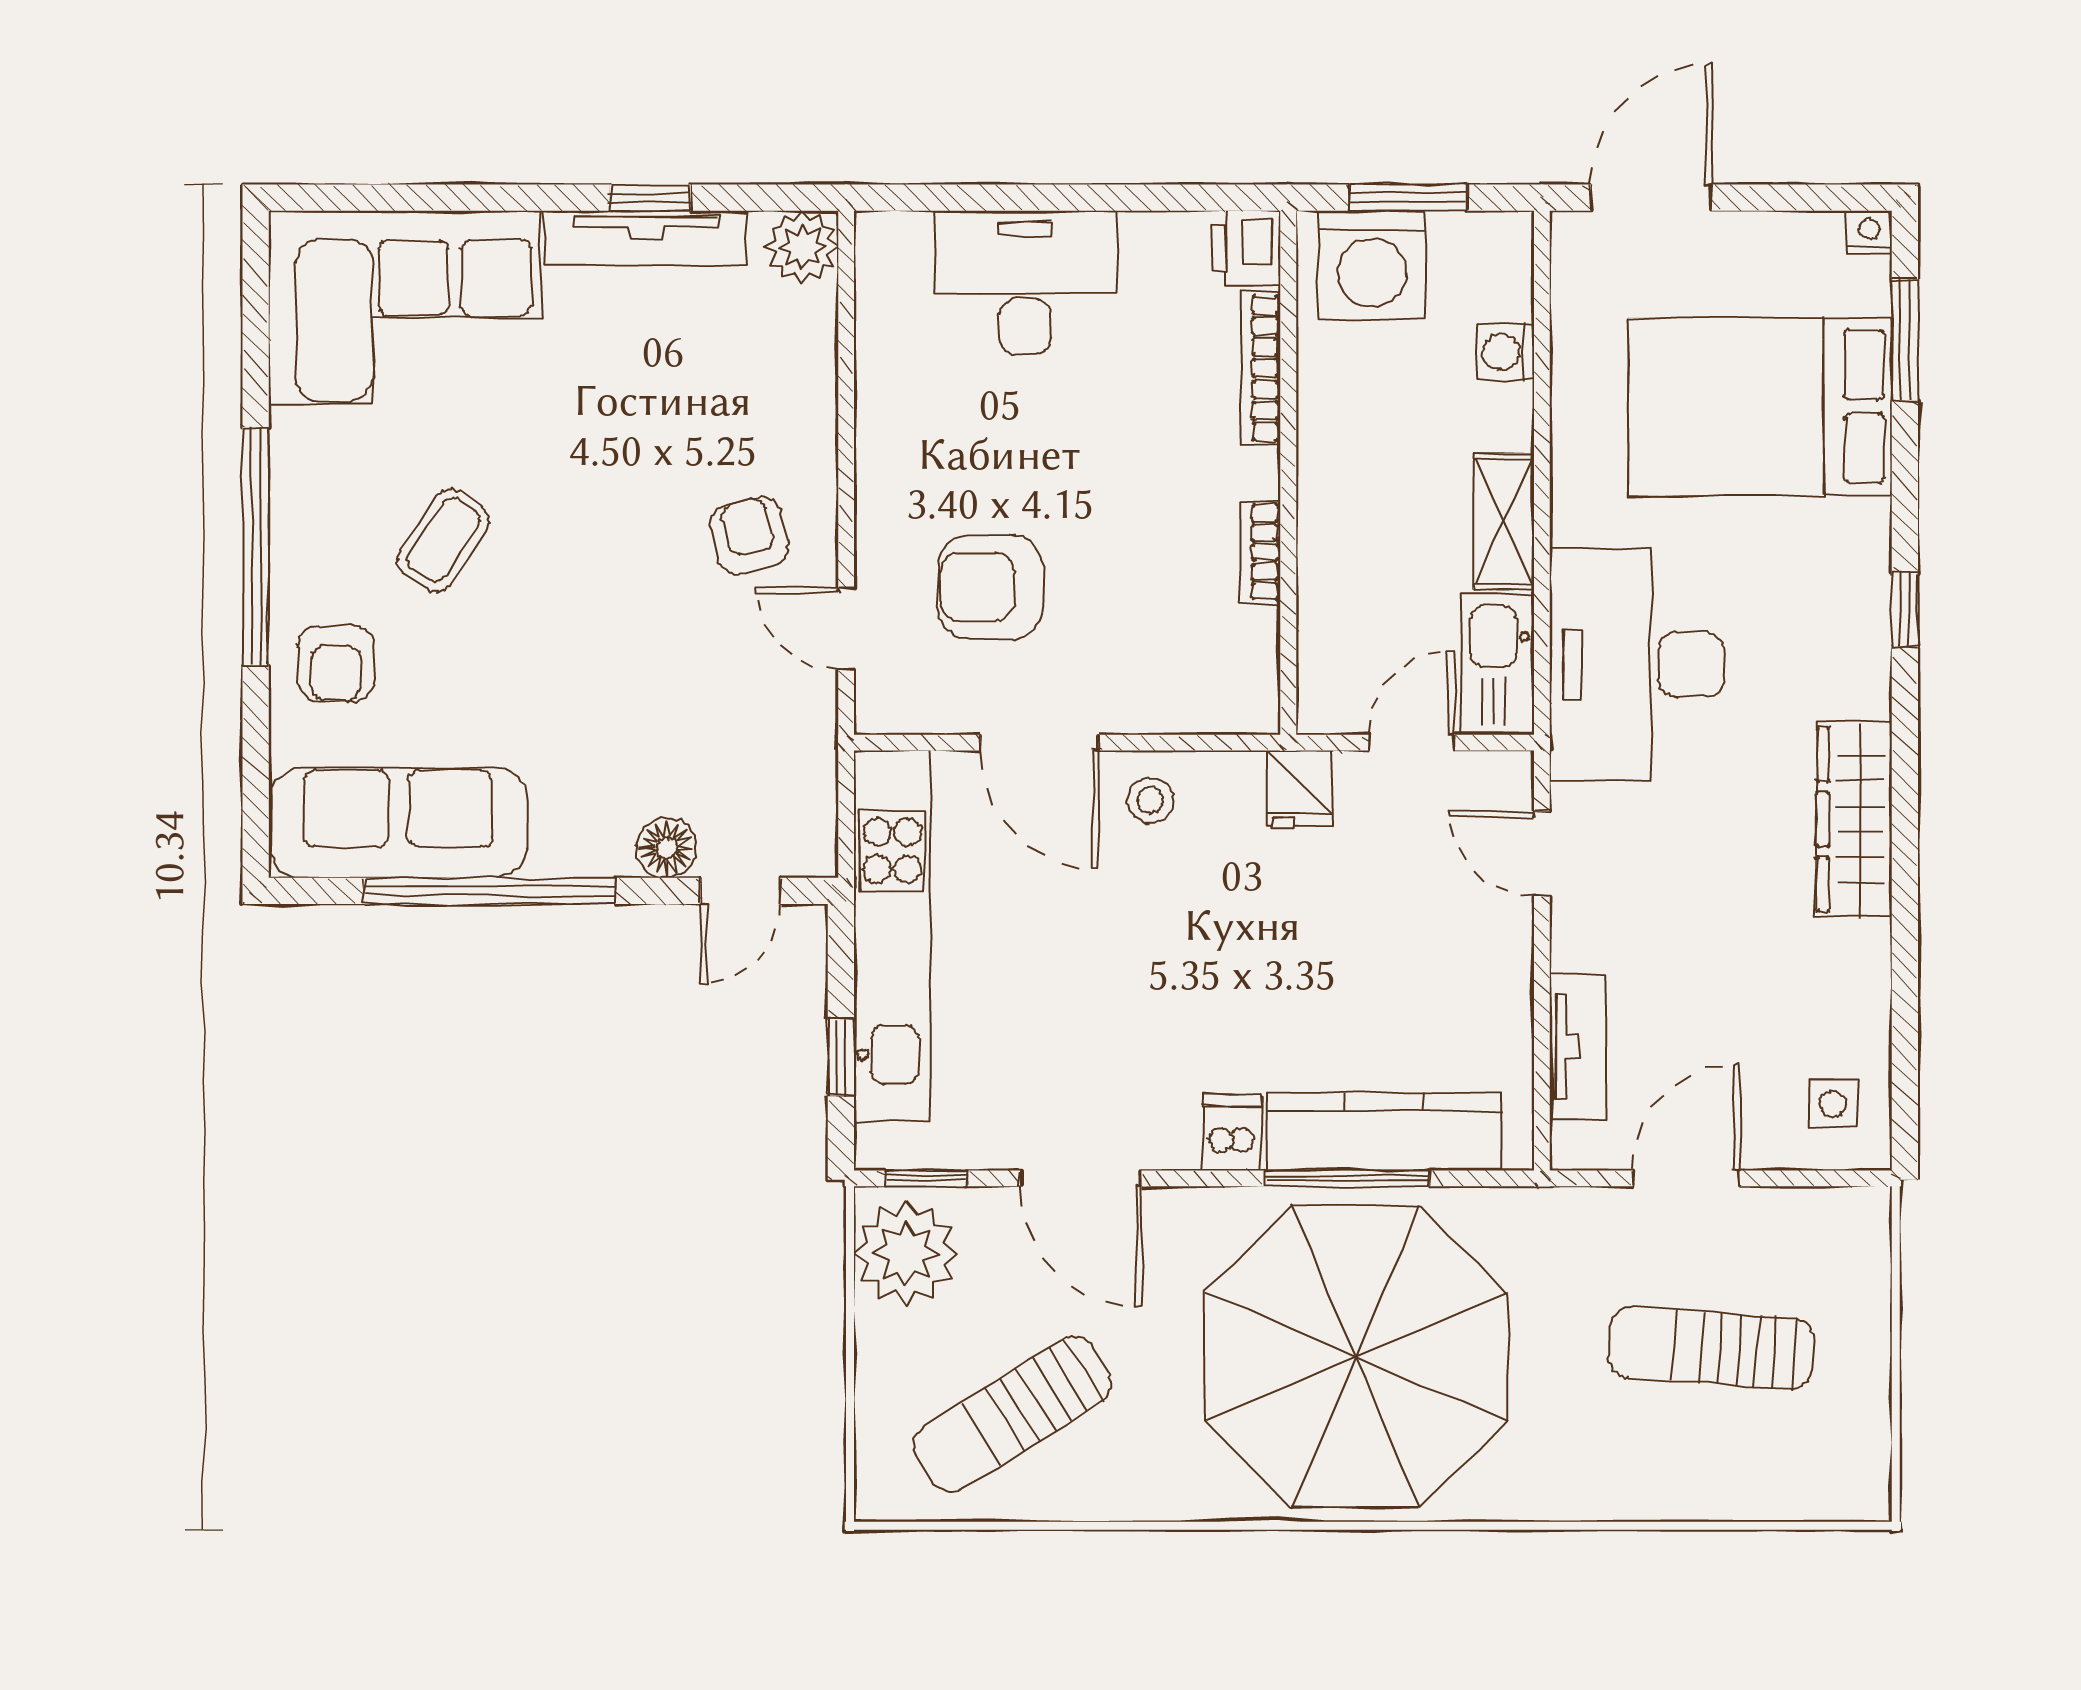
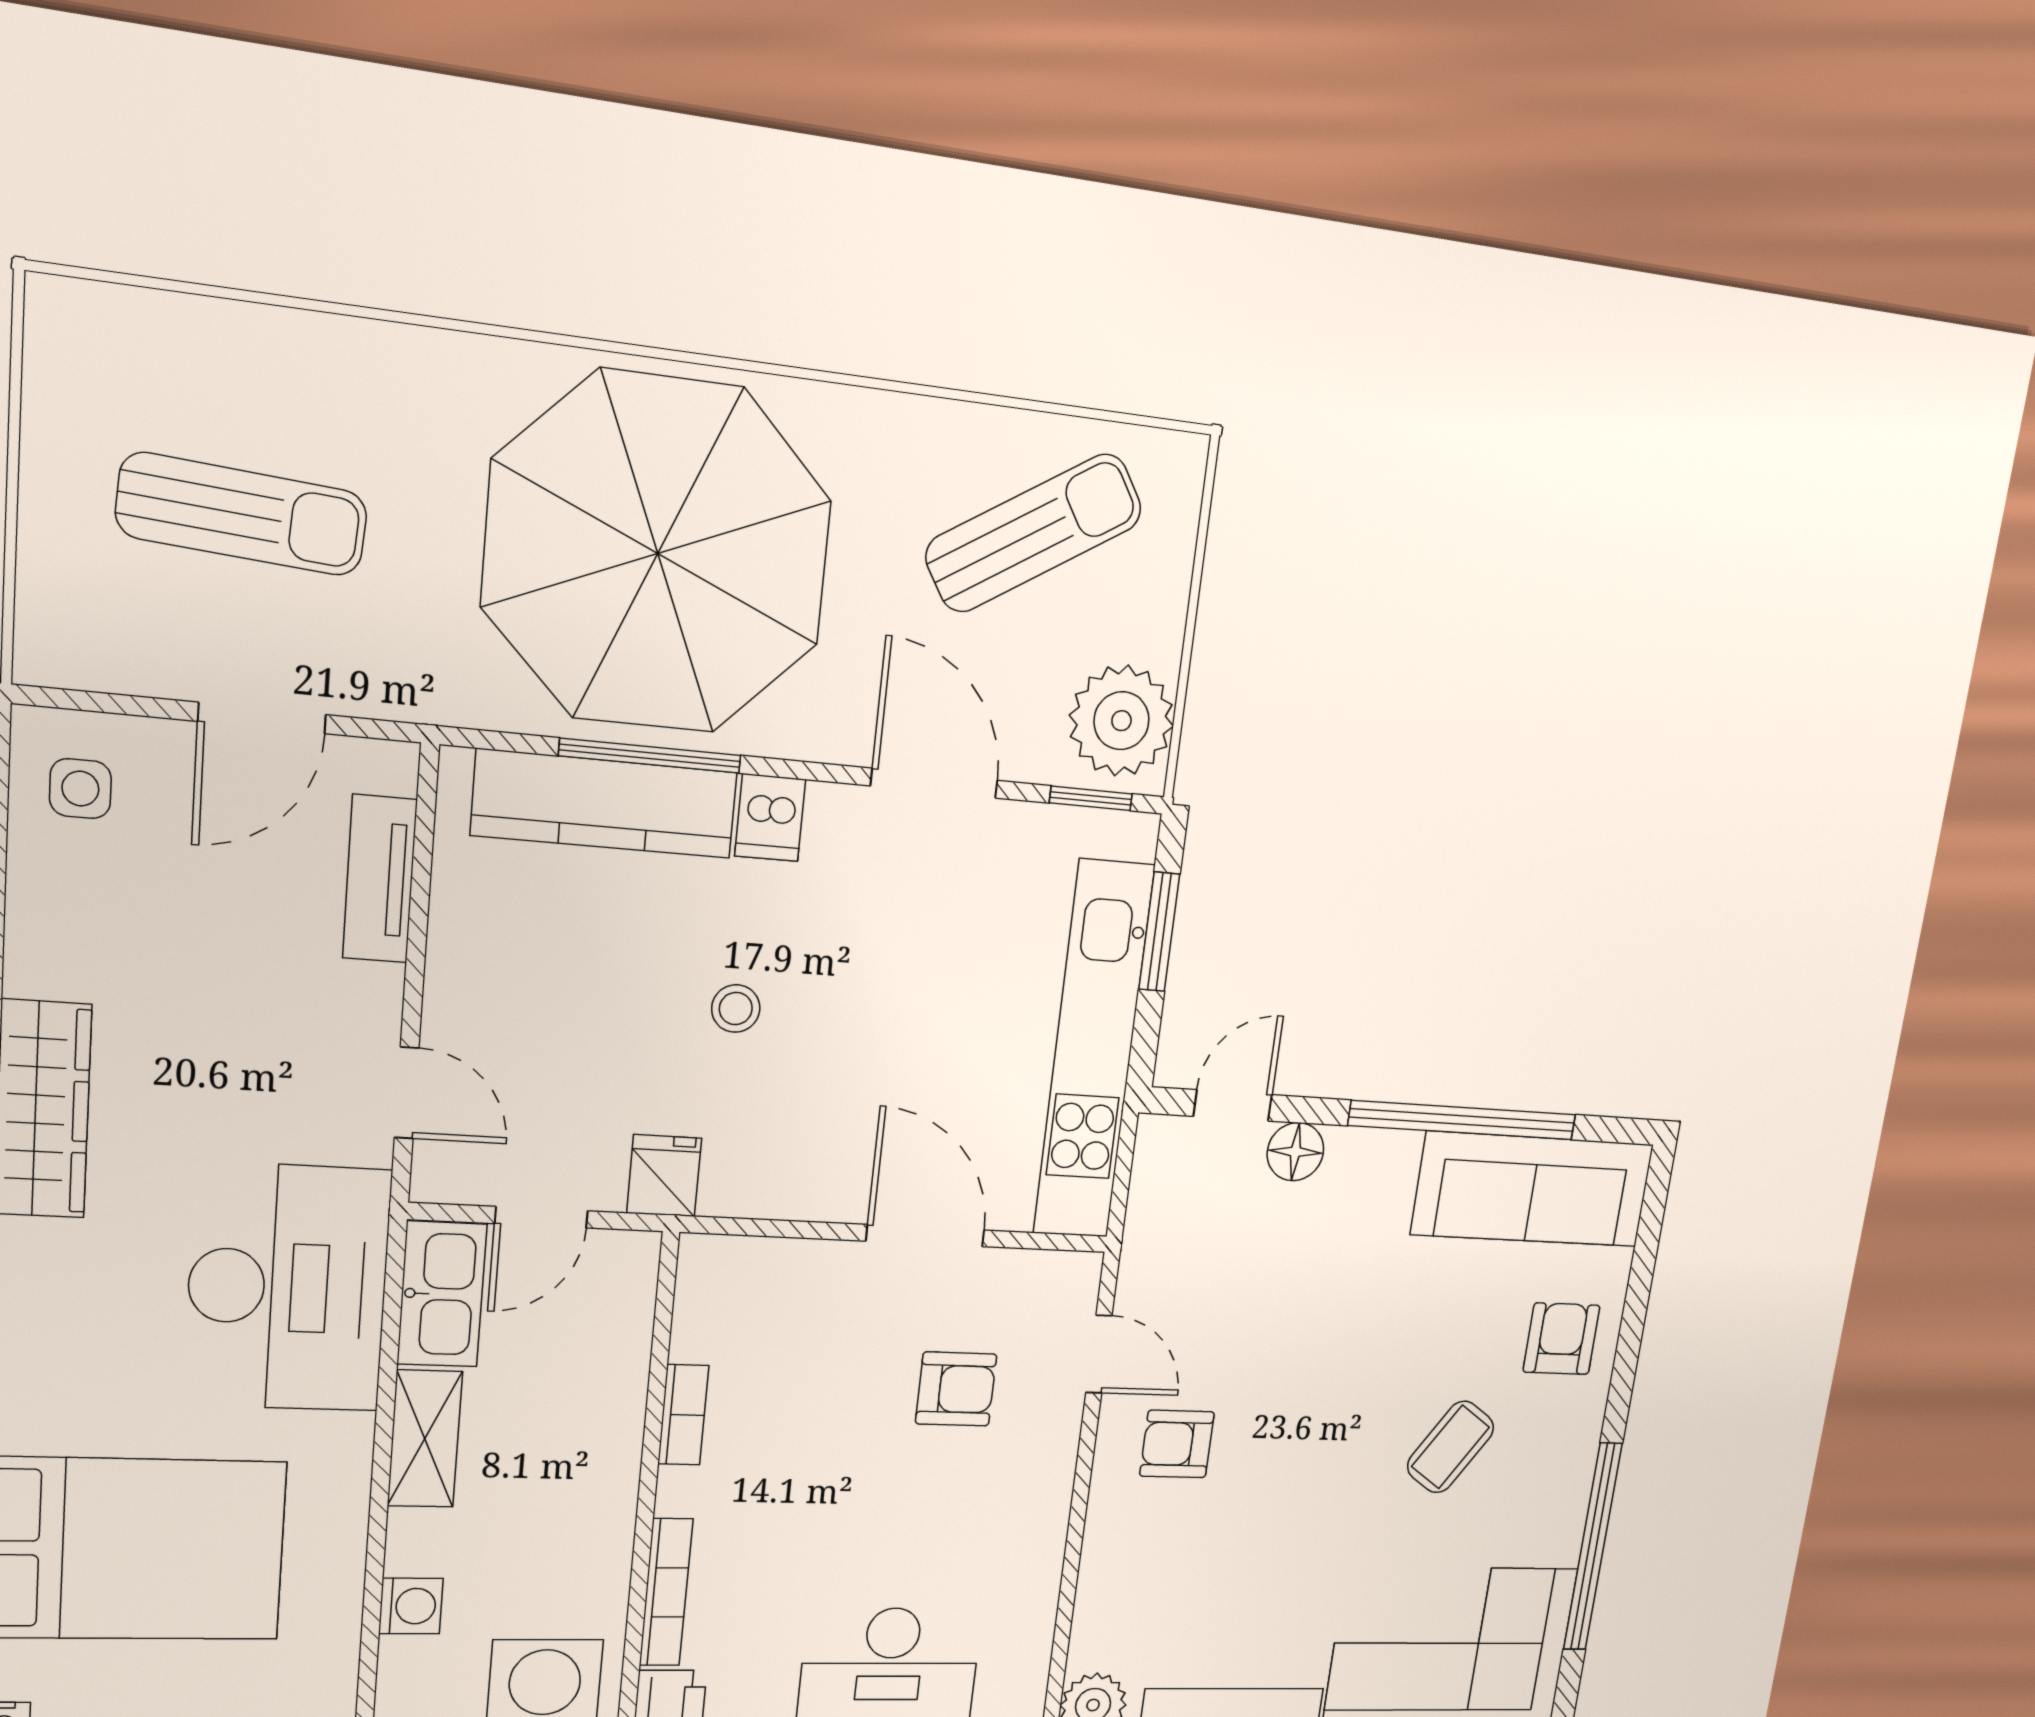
armchair: (750, 535) -> (1177, 1444), turned 105
window: (256, 546) -> (1593, 1547), moved
armchair: (990, 587) -> (956, 1389), width x0.72, depth x0.72
stool: (1150, 801) -> (736, 1009), moved
window: (841, 1057) -> (1159, 932), width x1.50

